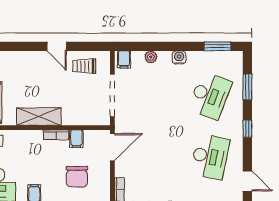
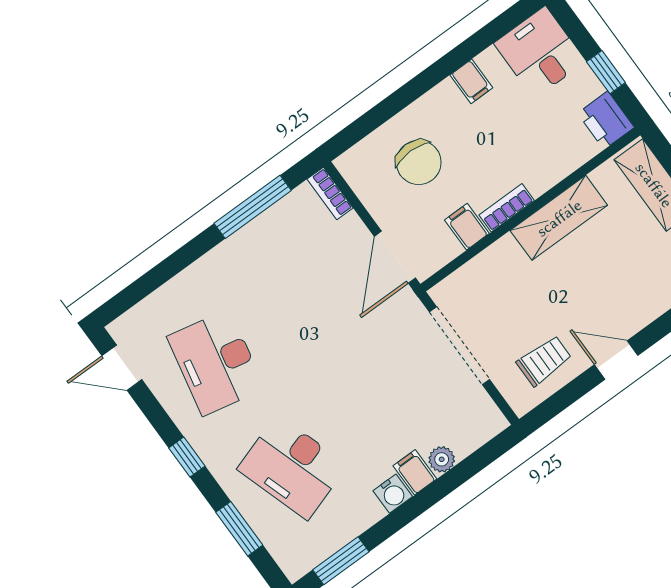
filing cabinet: (124, 59) -> (415, 472), moved
desk: (210, 96) -> (292, 467), turned -39
chair: (77, 177) -> (419, 162), turned 180

